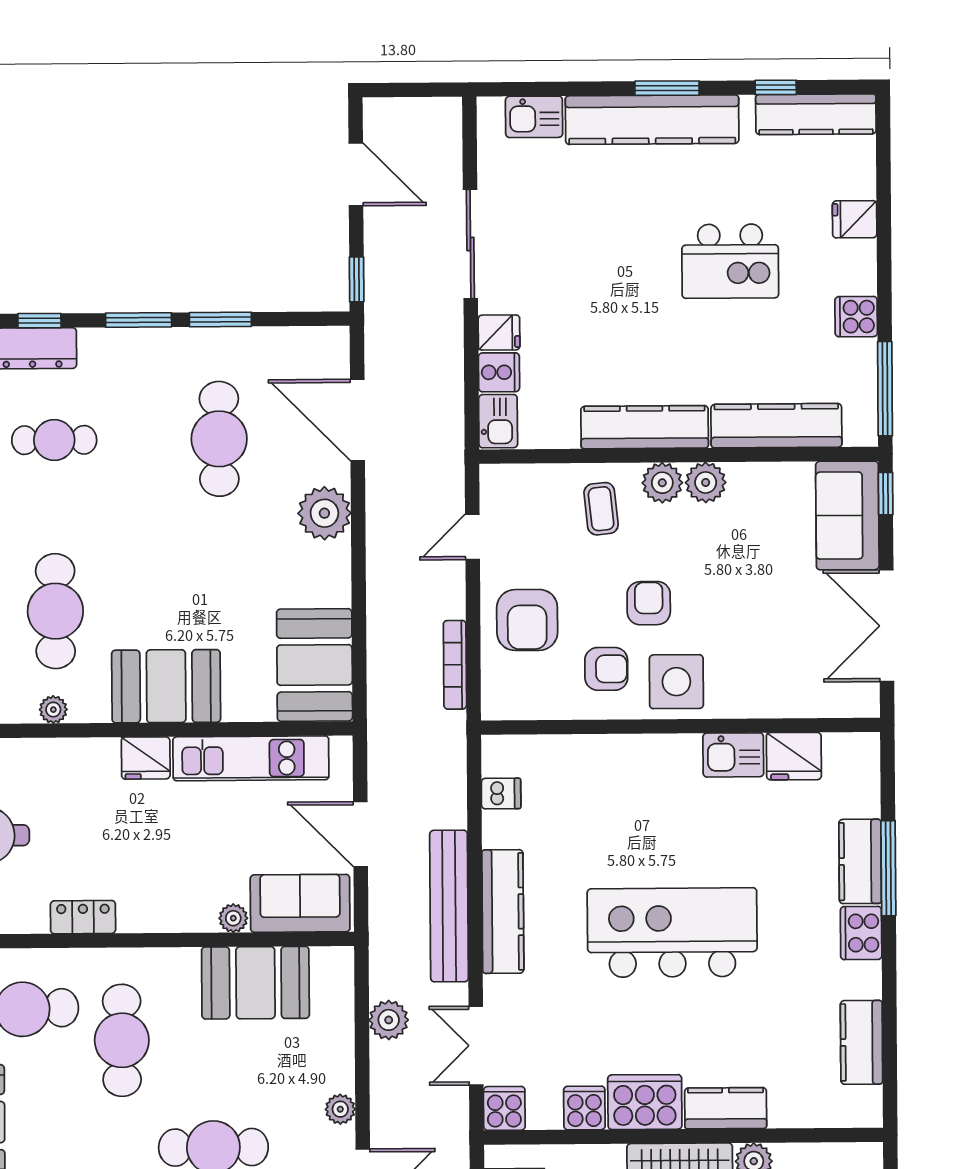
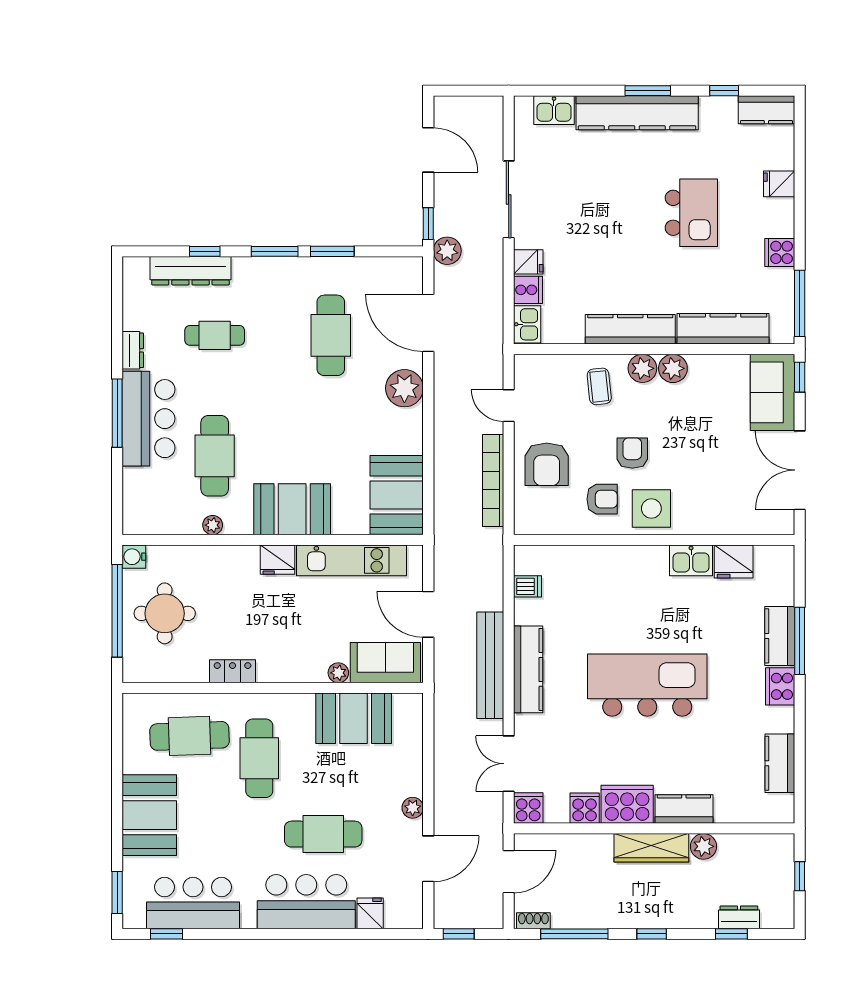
kitchen counter: (816, 114) -> (766, 110), width x0.67
kitchen island: (730, 261) -> (691, 213), turned -90
door: (472, 537) -> (509, 406), hinge flipped
bookcase: (455, 665) -> (493, 481), width x1.48, depth x1.31
plant: (389, 1020) -> (447, 251), moved

